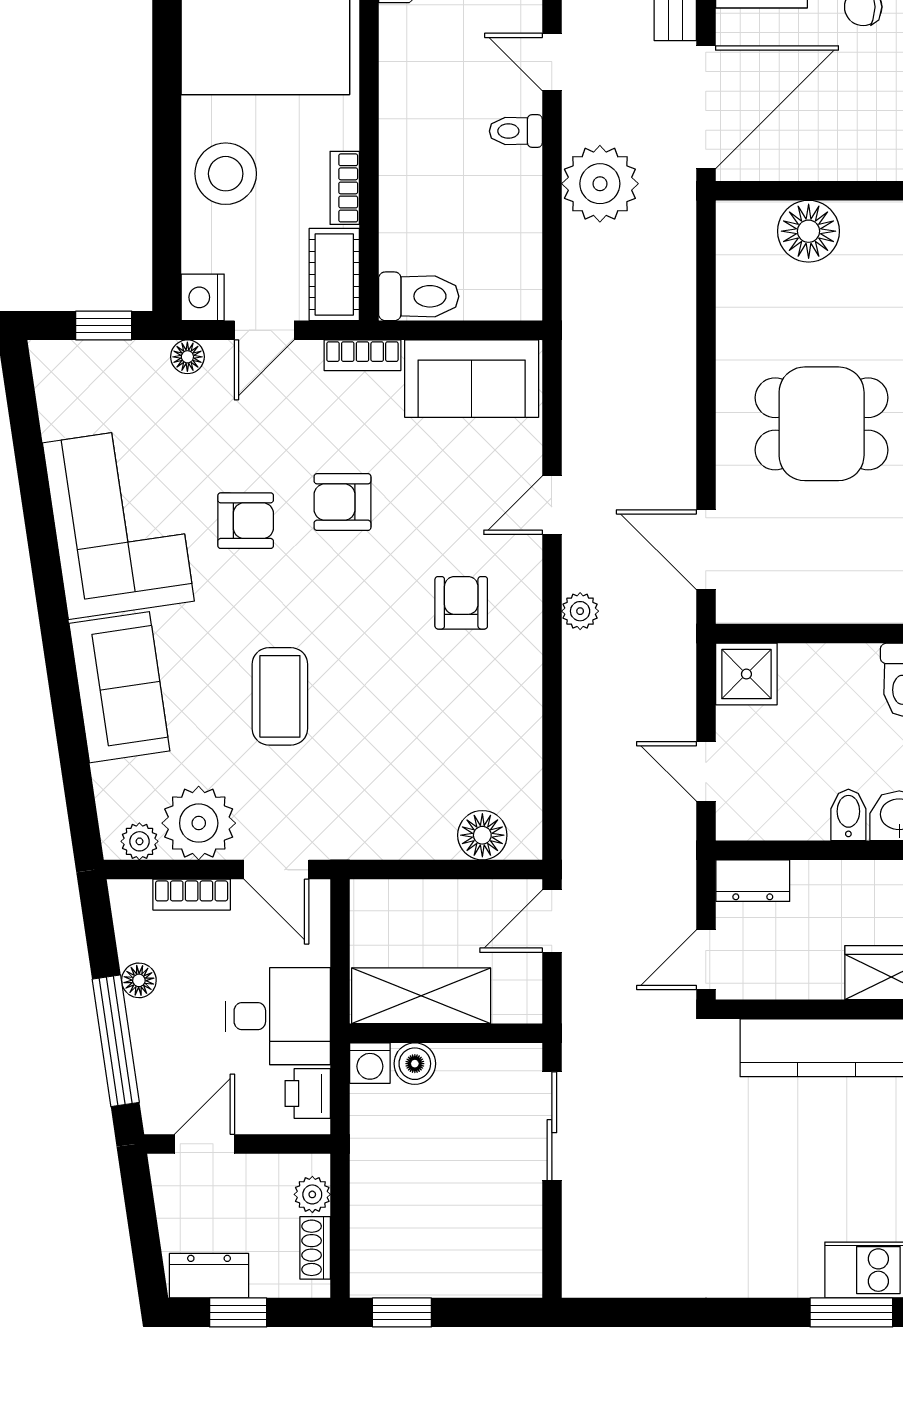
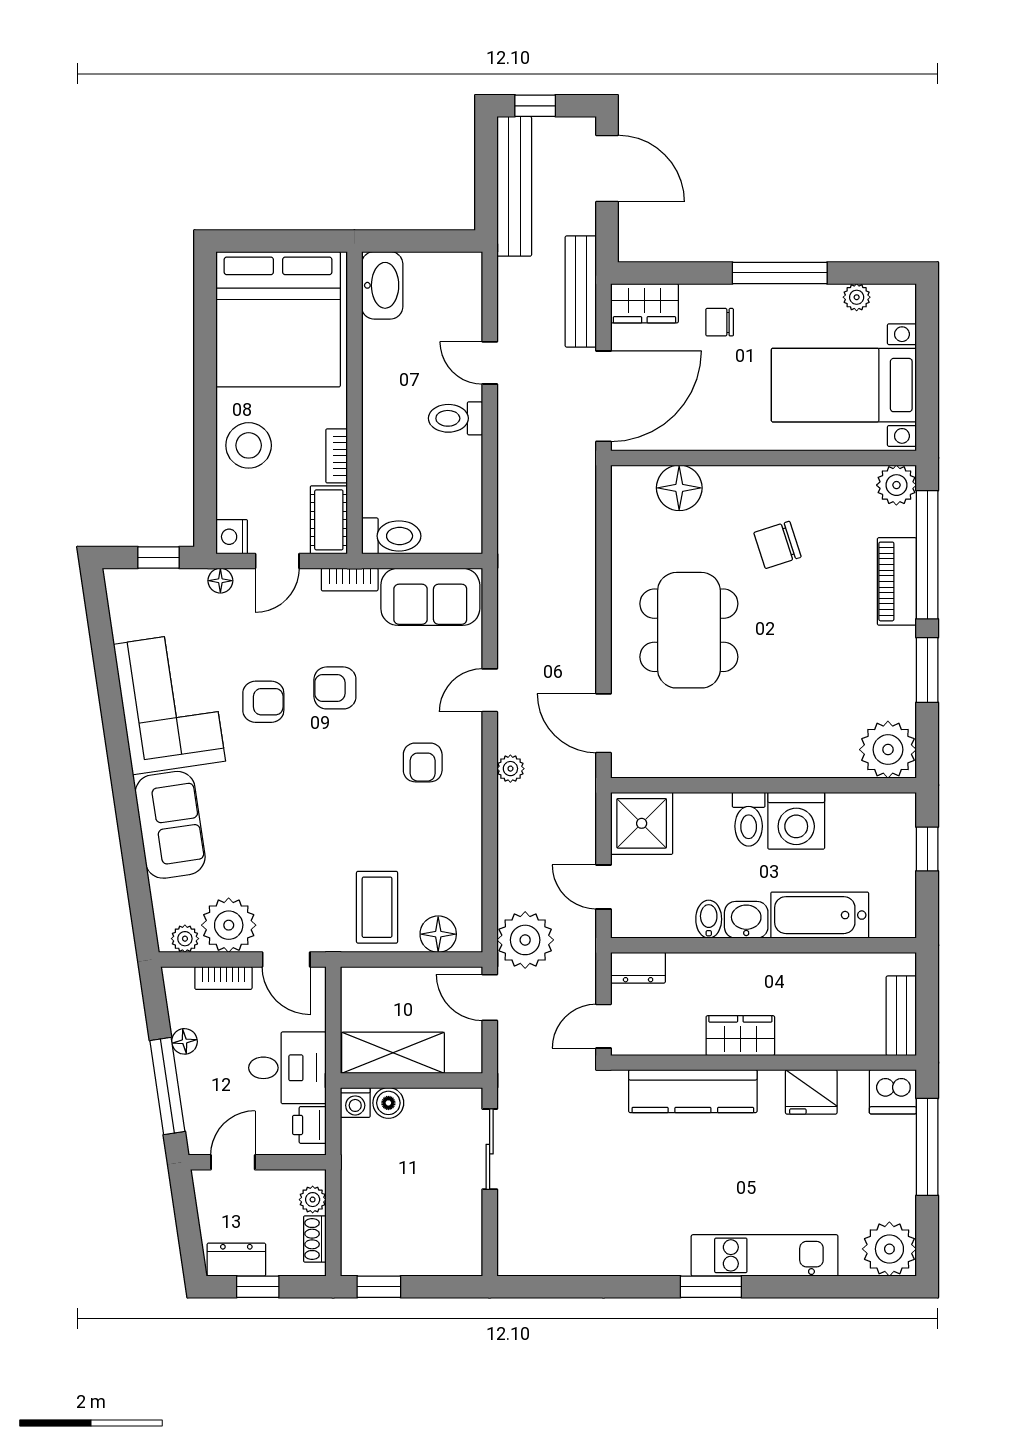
toilet: (516, 131) -> (455, 418), width x1.37, depth x1.39
plant: (600, 184) -> (525, 940), moved
dining table: (822, 424) -> (689, 630), width x1.38
armchair: (461, 603) -> (423, 762), turned 180
shower: (746, 674) -> (642, 823), width x1.36, depth x1.36
coffee table: (280, 696) -> (377, 907), moved
door: (552, 921) -> (490, 998), hinge flipped

